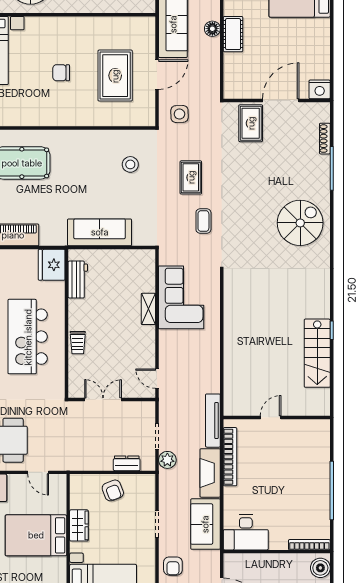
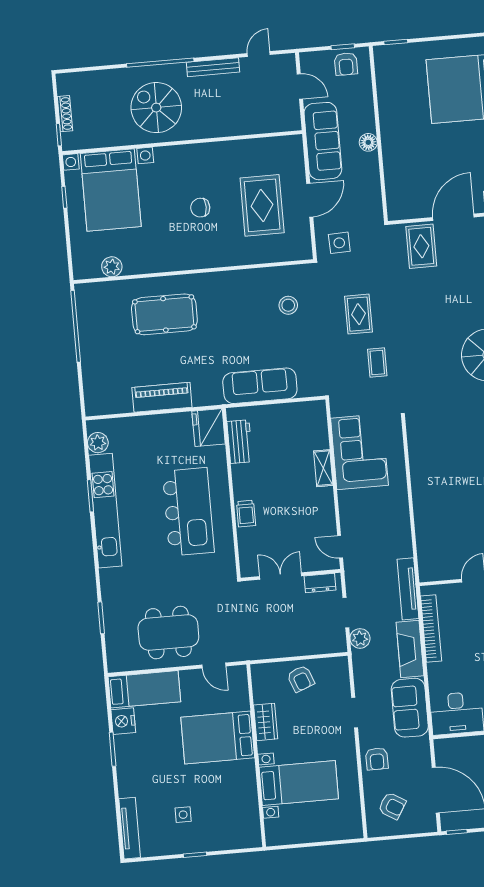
cot: (233, 34) -> (392, 146), removed
kitchen island: (28, 337) -> (188, 512), turned 180
dresser: (127, 463) -> (320, 583), moved, turned 180

